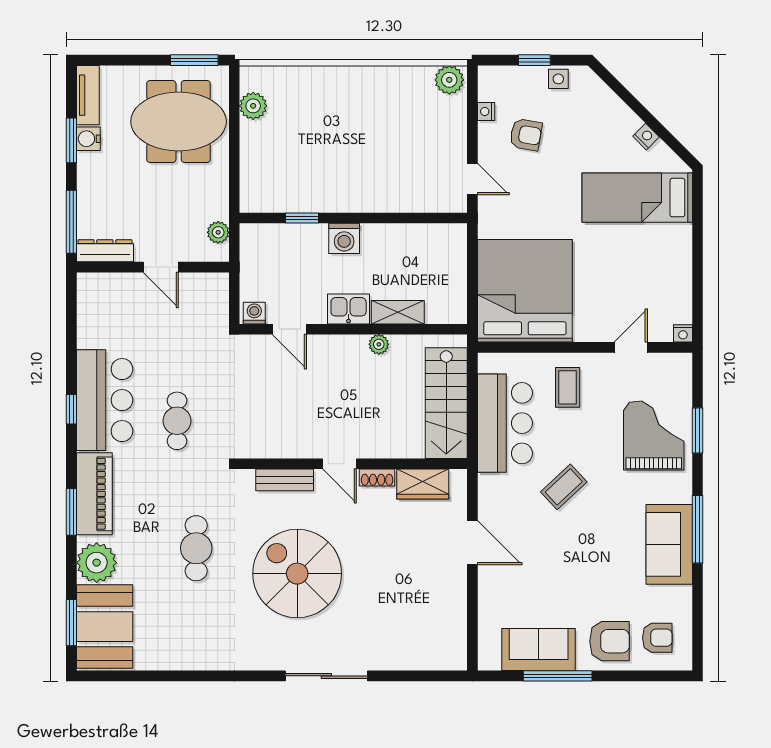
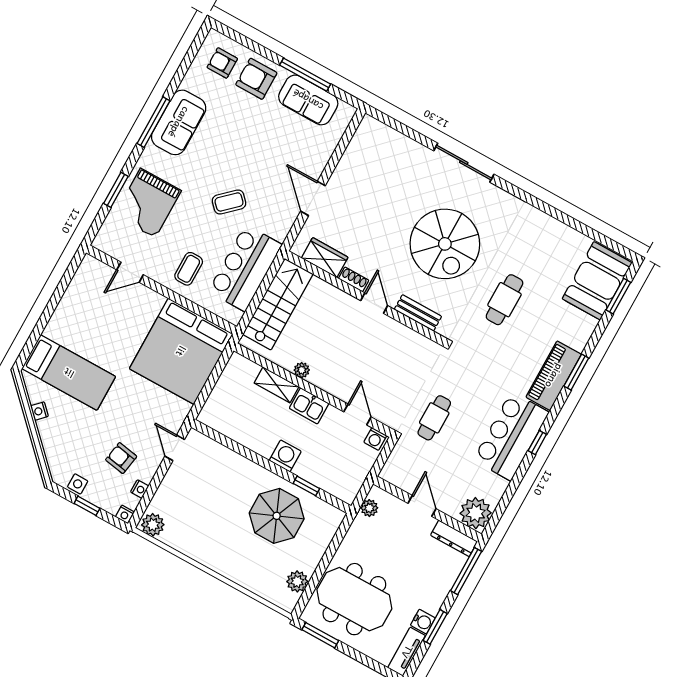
parasol: (317, 166) -> (277, 516), added
nightstand: (683, 333) -> (125, 514), moved, turned 180
cafe table: (177, 421) -> (434, 418), moved
plant: (97, 563) -> (476, 513), moved

